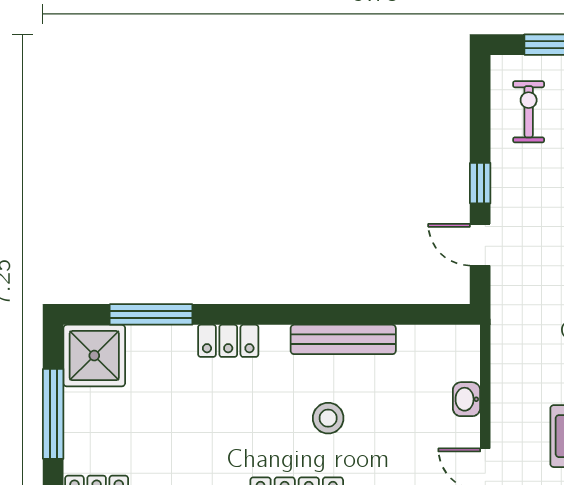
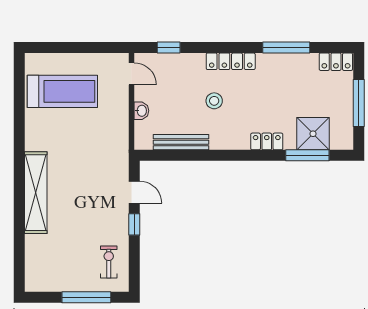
exercise bike: (529, 112) -> (109, 262), turned 180
bench: (343, 339) -> (181, 142), moved
shower: (94, 356) -> (313, 134), moved

